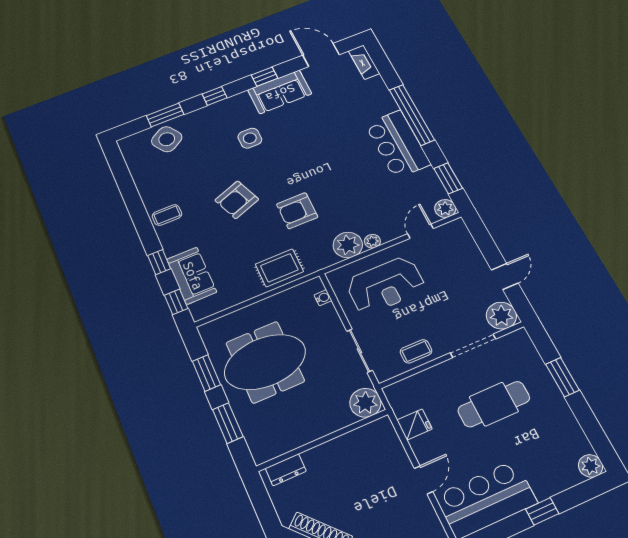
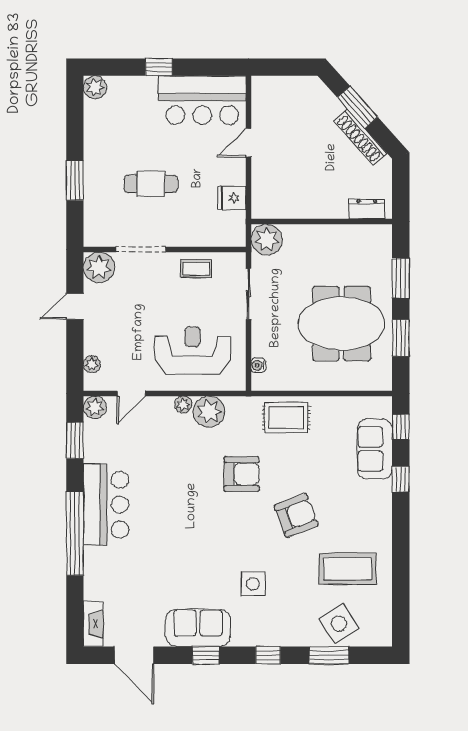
coffee table: (167, 215) -> (348, 569), moved, width x1.86, depth x1.72
plant: (465, 239) -> (92, 364), added
cafe table: (494, 404) -> (151, 184), width x0.73, depth x0.74

